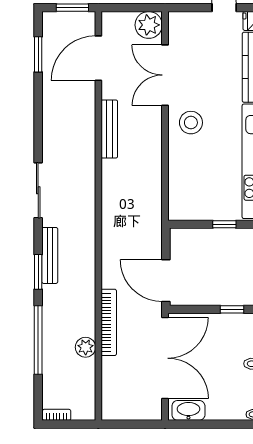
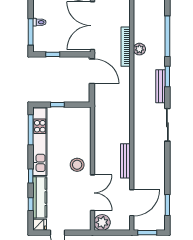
plant: (86, 347) -> (139, 49), moved

